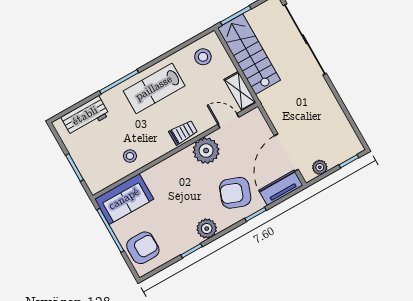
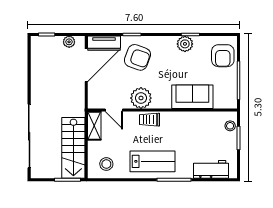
stool: (130, 156) -> (230, 126), moved
sofa: (124, 199) -> (192, 97), moved
plant: (207, 229) -> (185, 44), moved
armchair: (143, 248) -> (223, 56), turned -90

